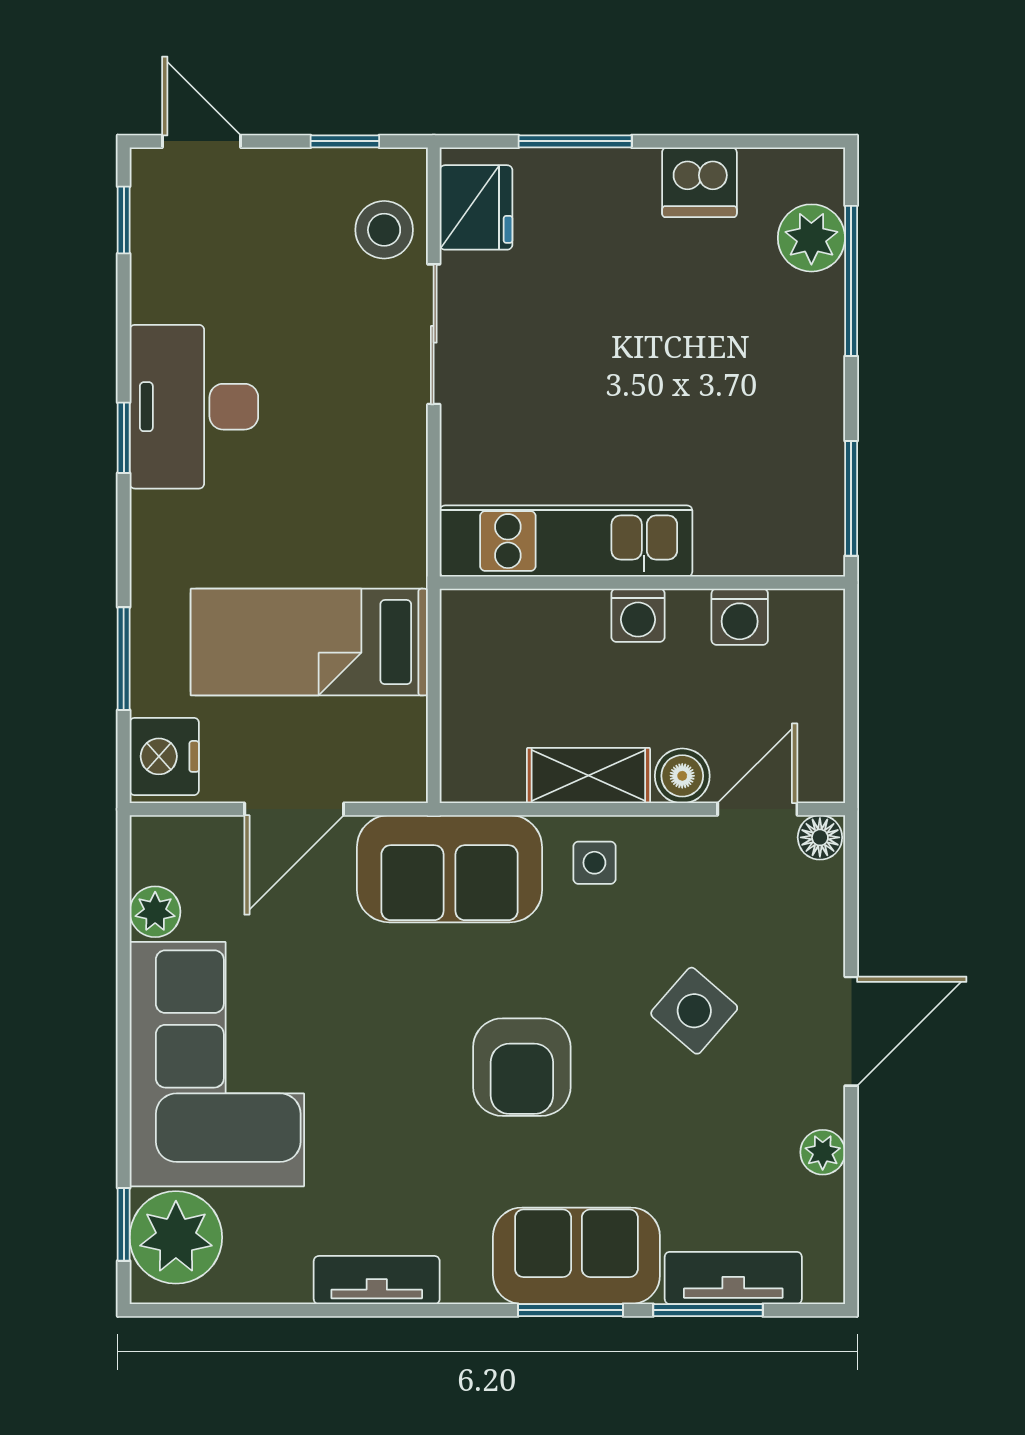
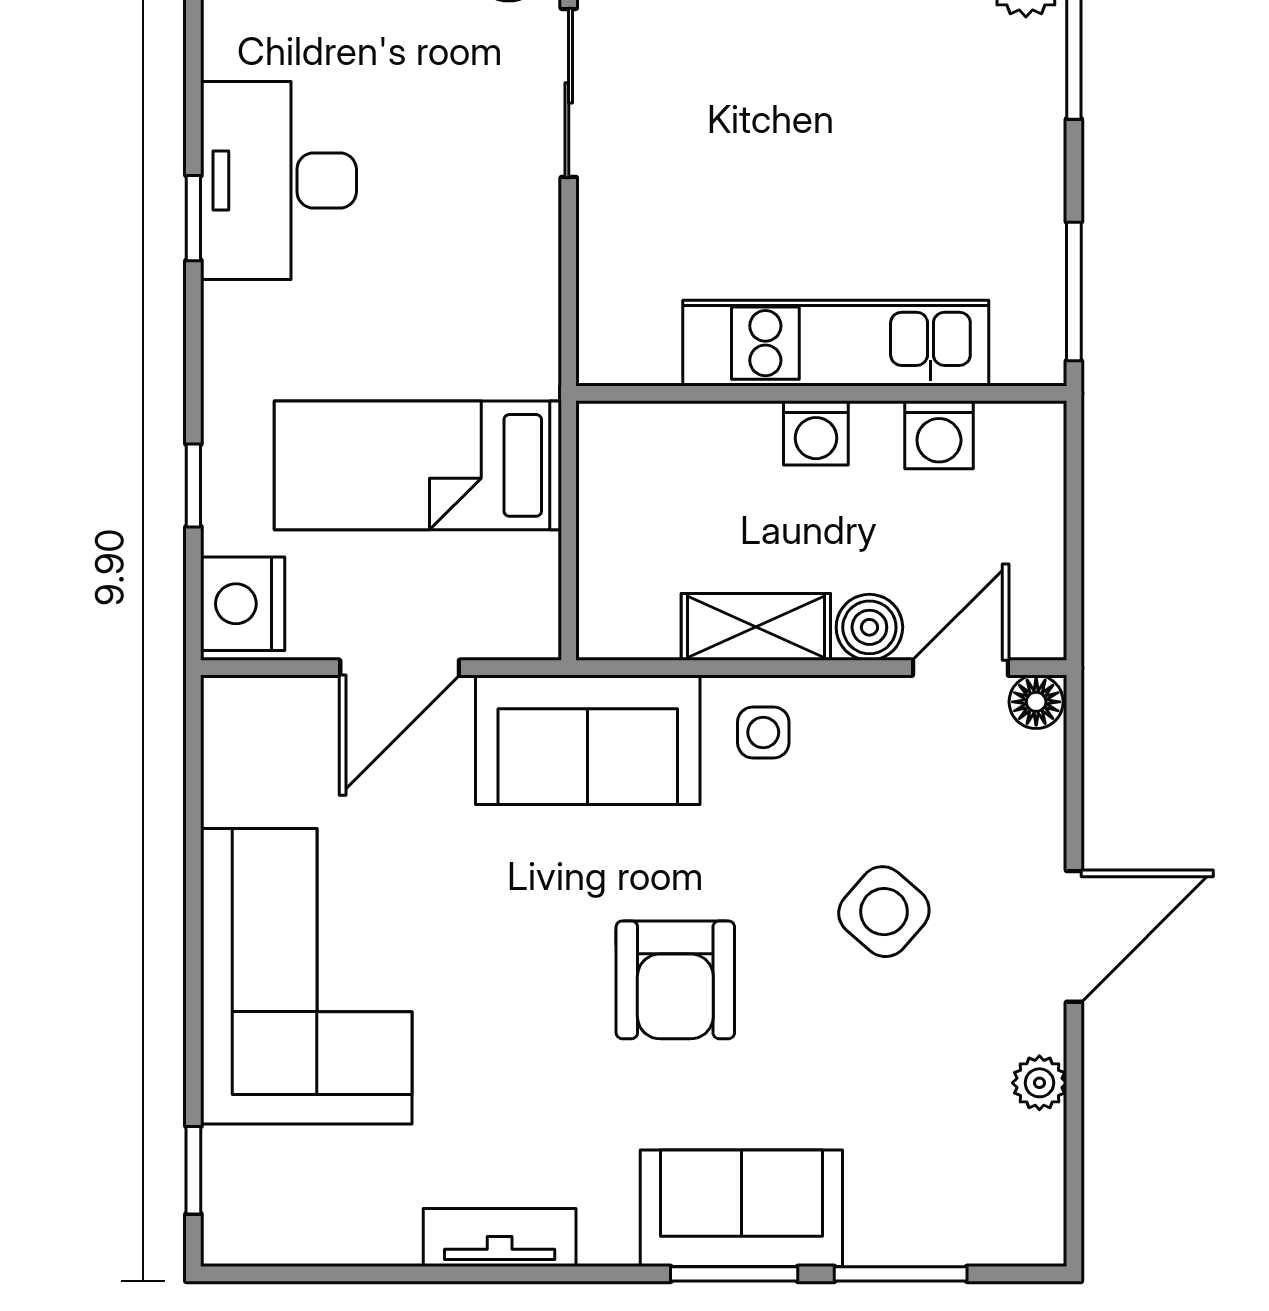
kitchen unit: (566, 541) -> (836, 343), moved
window: (124, 659) -> (193, 485), width x0.67
plant: (155, 912) -> (231, 792), removed
plant: (176, 1237) -> (257, 1186), removed
tv unit: (733, 1278) -> (931, 1235), removed

